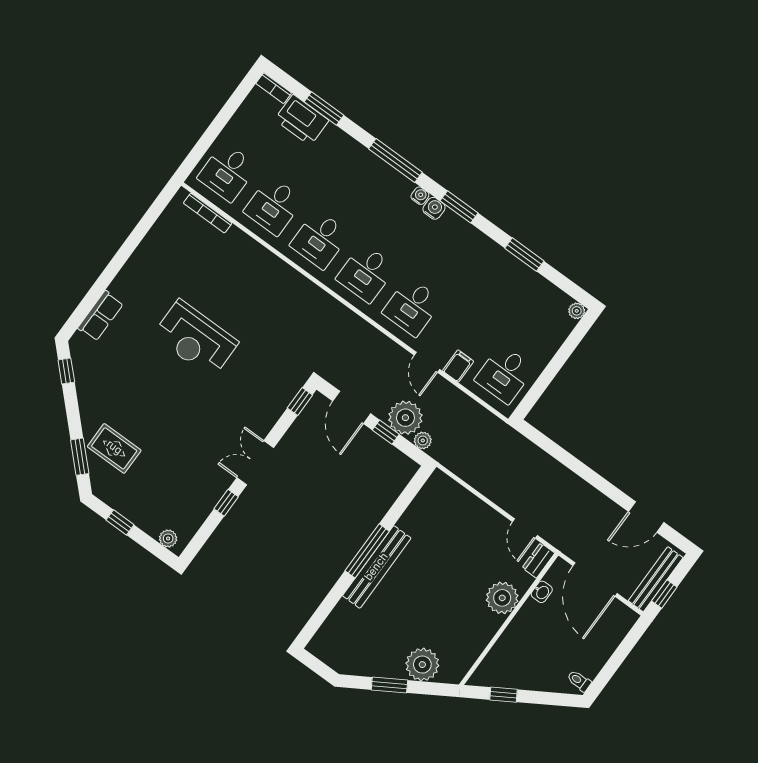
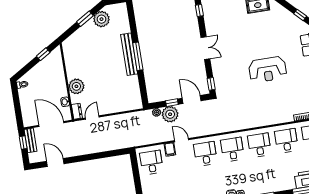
reception desk: (196, 339) -> (268, 70), turned 180
window: (226, 503) -> (199, 10), moved
door: (646, 517) -> (55, 162), hinge flipped
door: (525, 528) -> (92, 117), hinge flipped
bench: (656, 579) -> (30, 140), width x0.73
plant: (422, 665) -> (102, 19), moved

